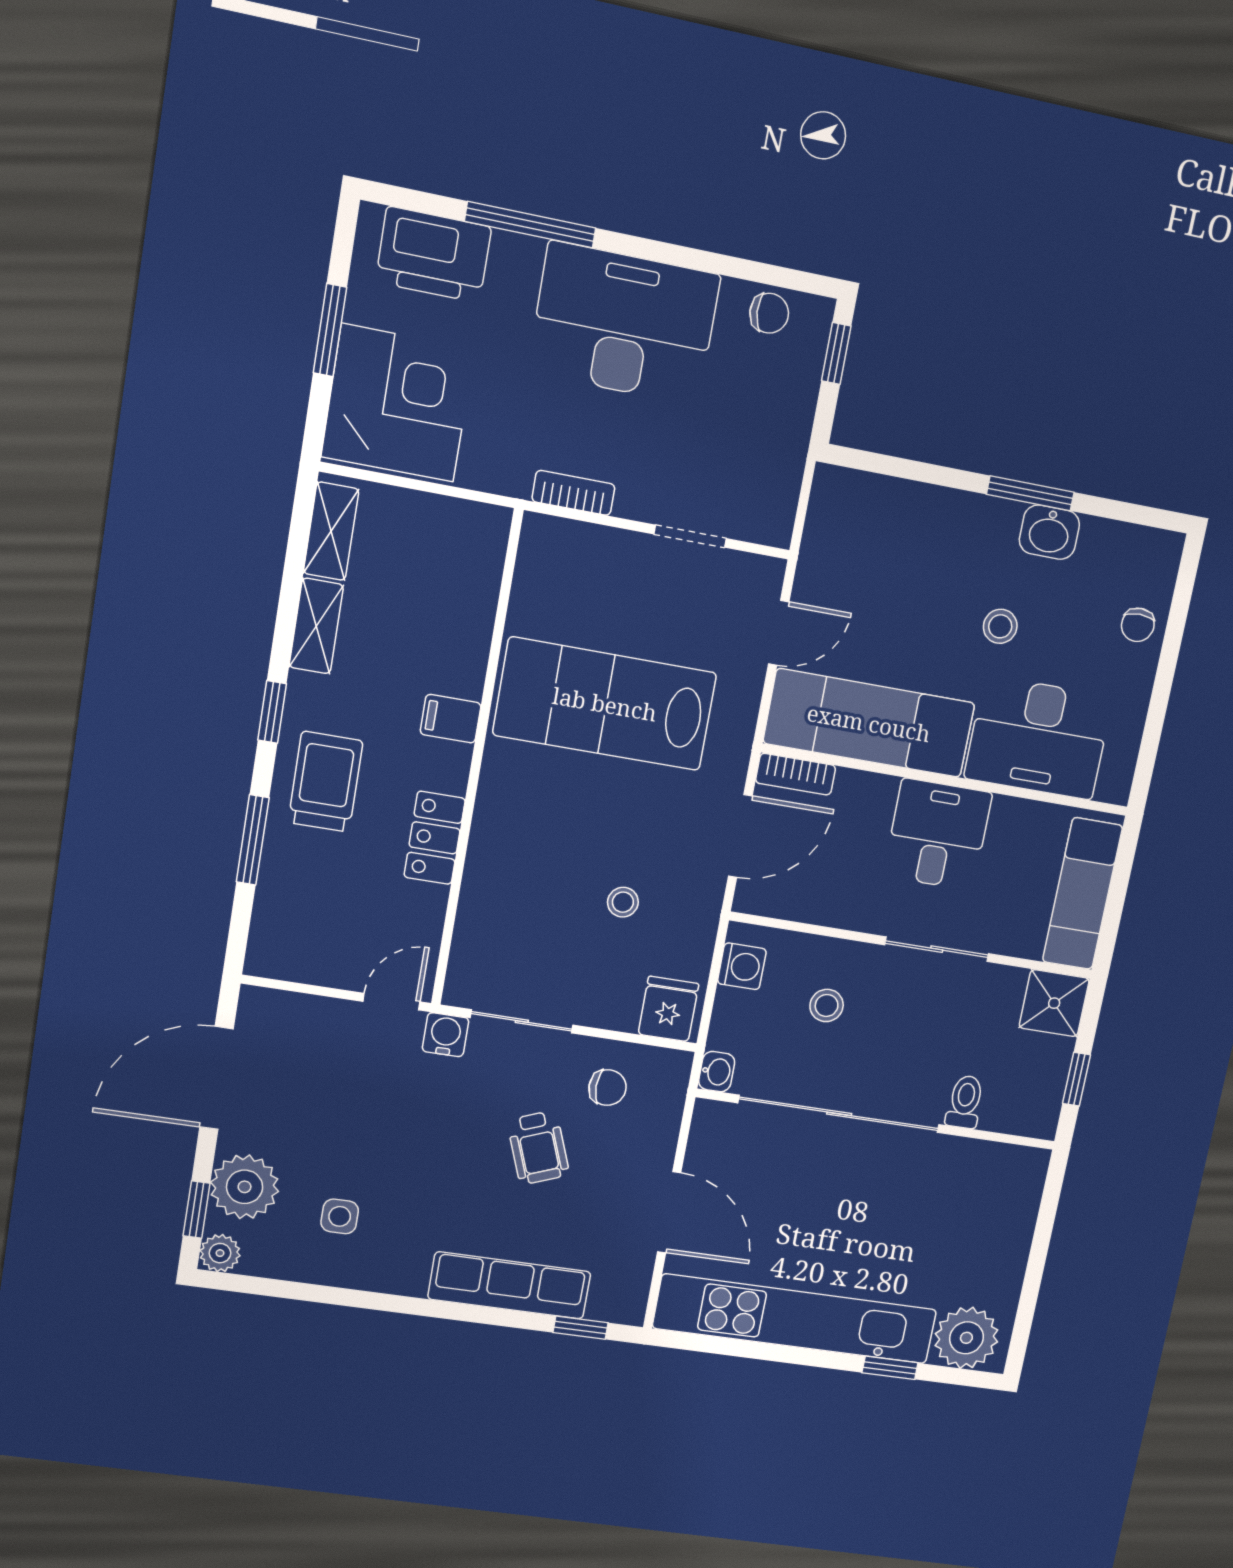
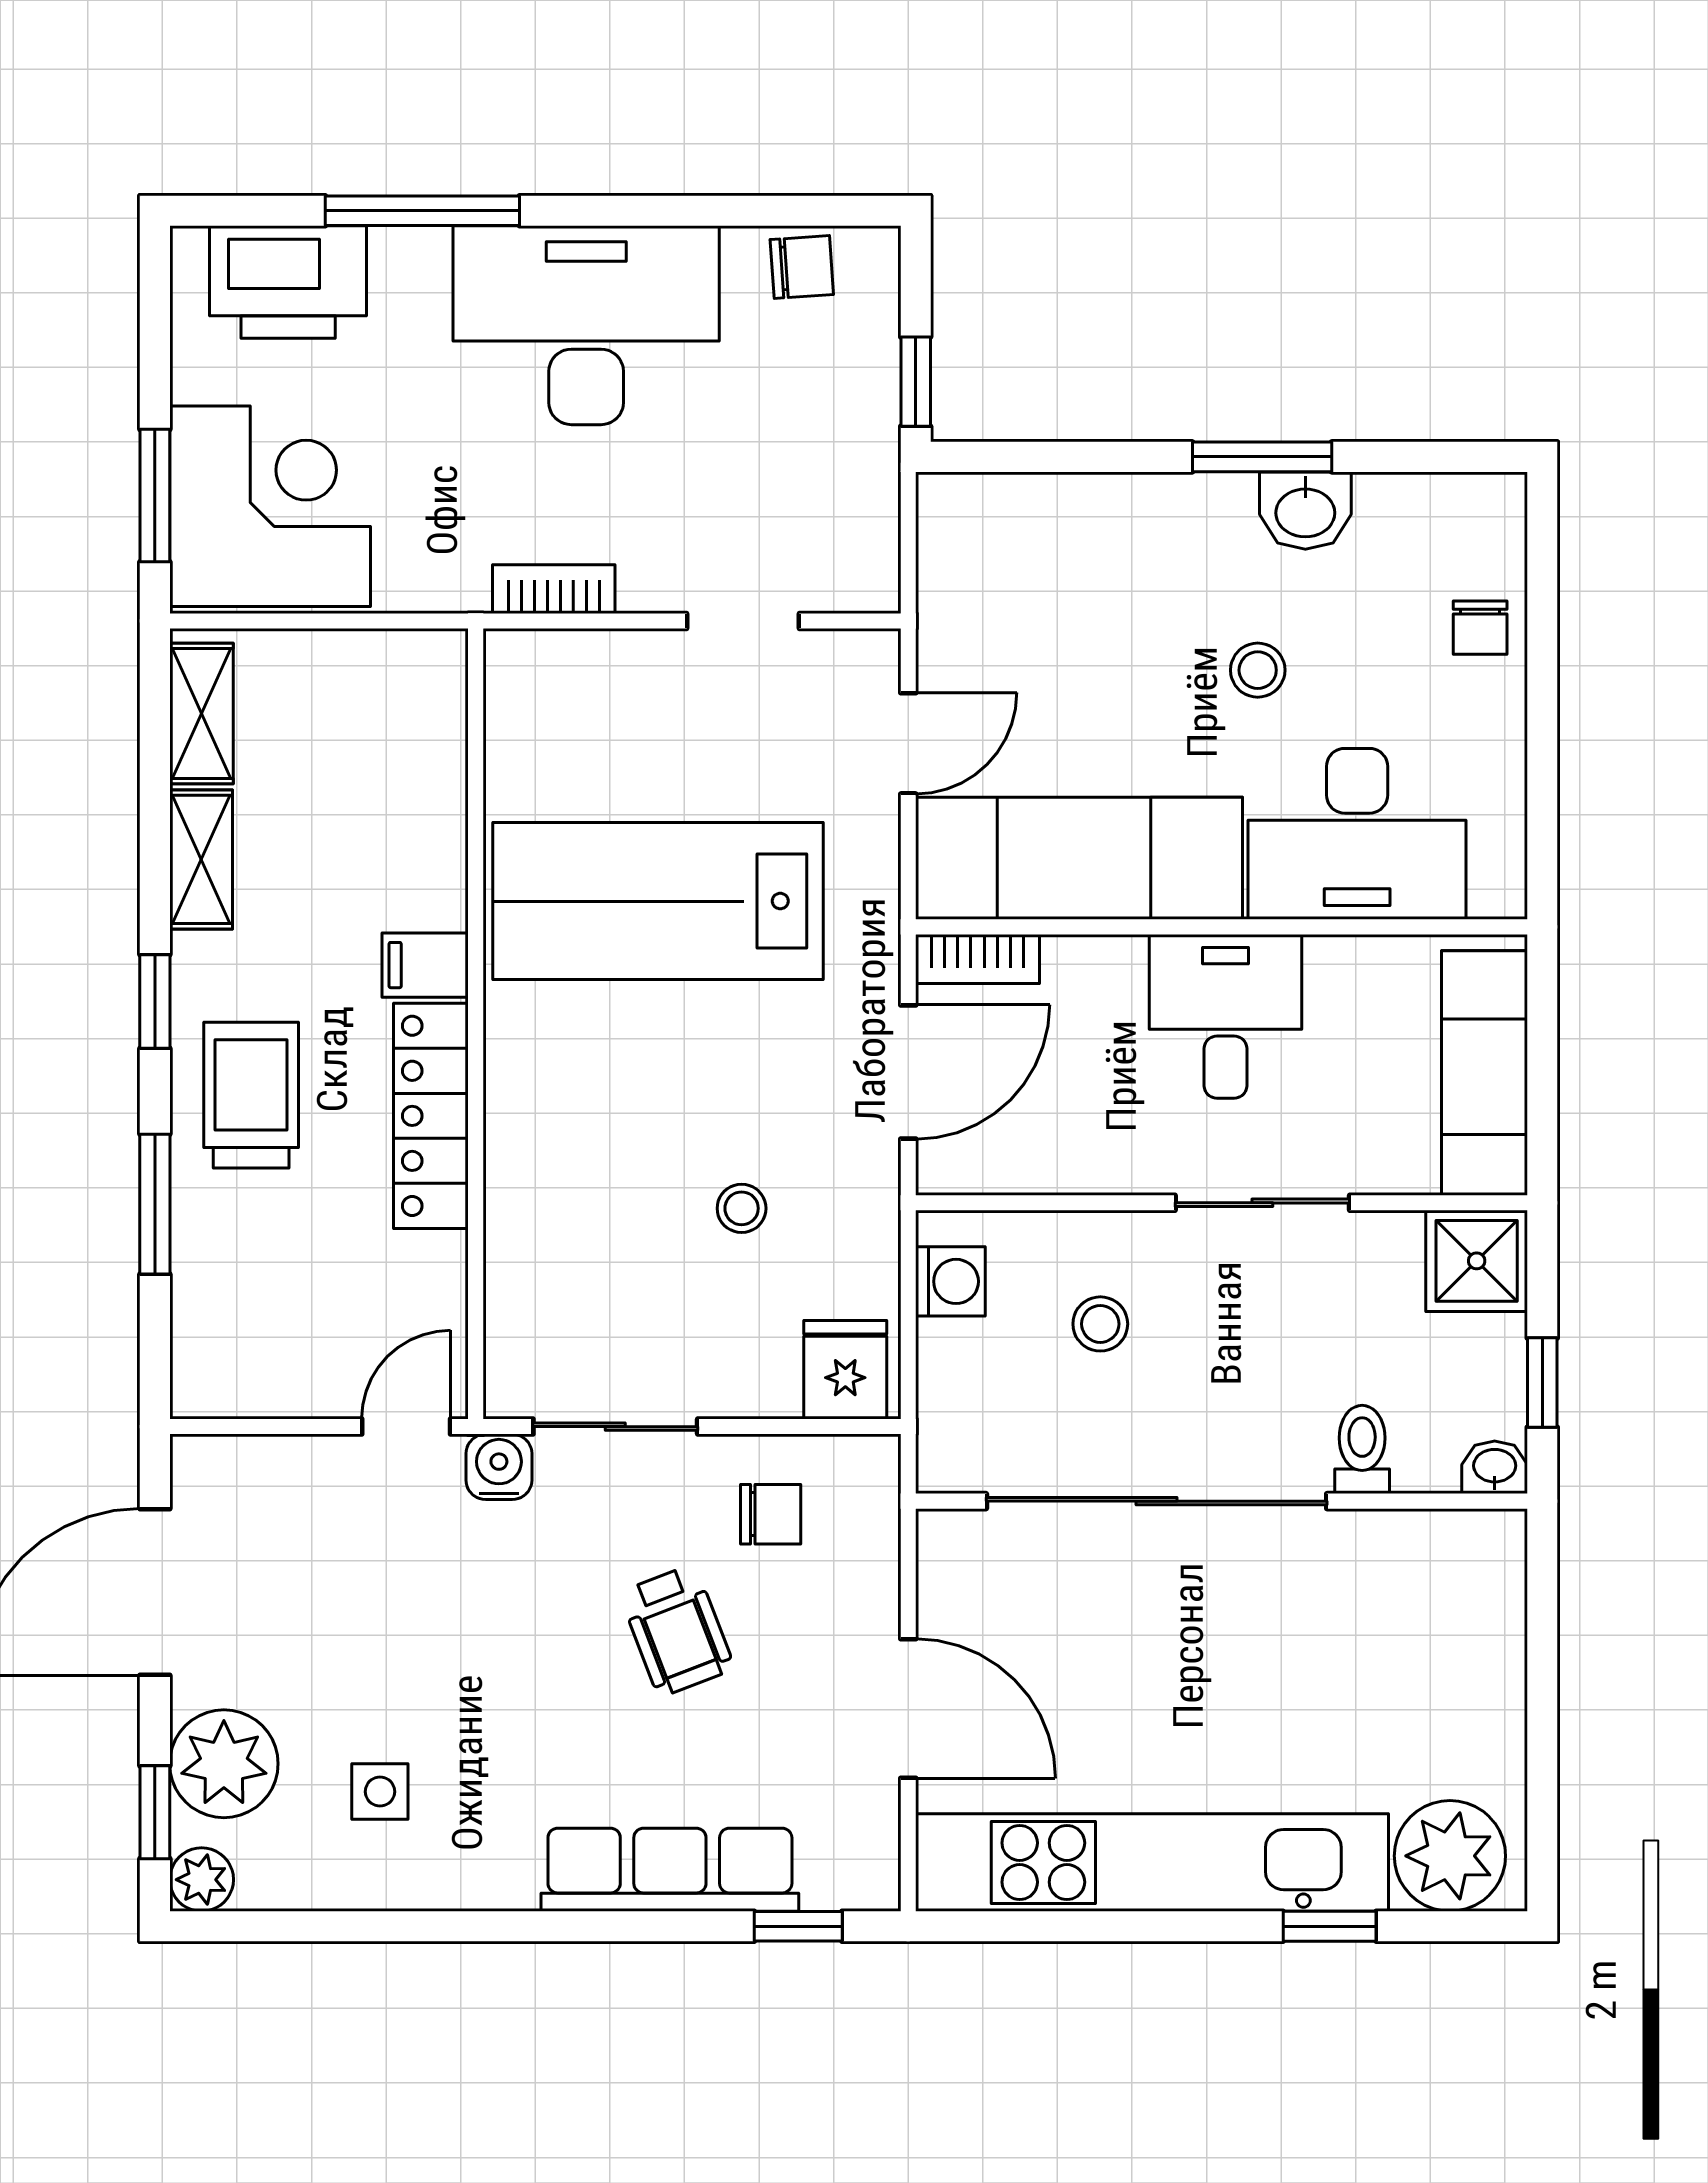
window: (330, 330) -> (155, 496), moved
window: (836, 353) -> (916, 382), moved
locker: (435, 838) -> (431, 1116), width x1.53
washbasin: (717, 1072) -> (1495, 1467), moved, turned -90

